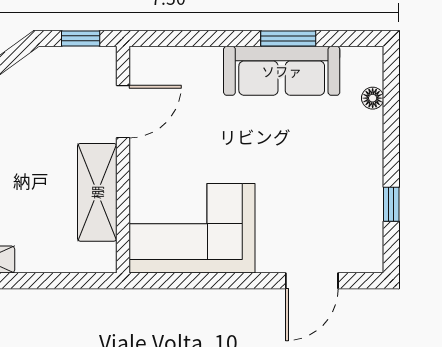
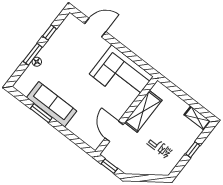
floor lamp: (373, 98) -> (37, 62), moved
door: (123, 112) -> (114, 131), hinge flipped
window: (391, 138) -> (33, 54), added

